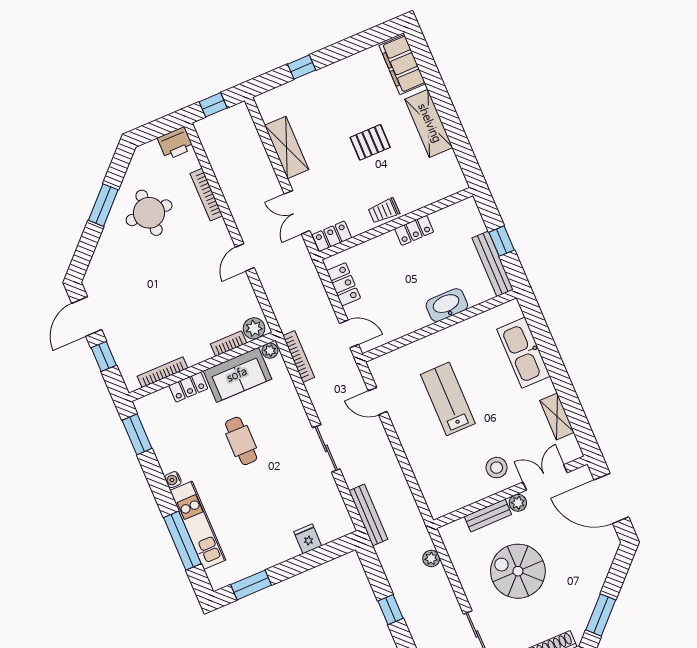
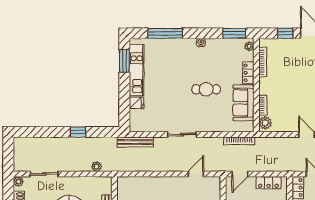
plant: (270, 351) -> (249, 46), moved
kitchen unit: (198, 525) -> (137, 70), moved, turned -90

